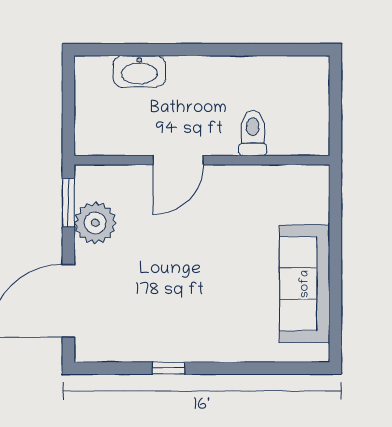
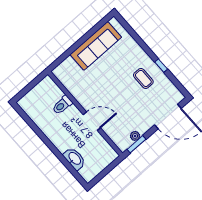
plant: (95, 223) -> (135, 136), width x0.53, depth x0.53
coffee table: (174, 317) -> (143, 78), added

